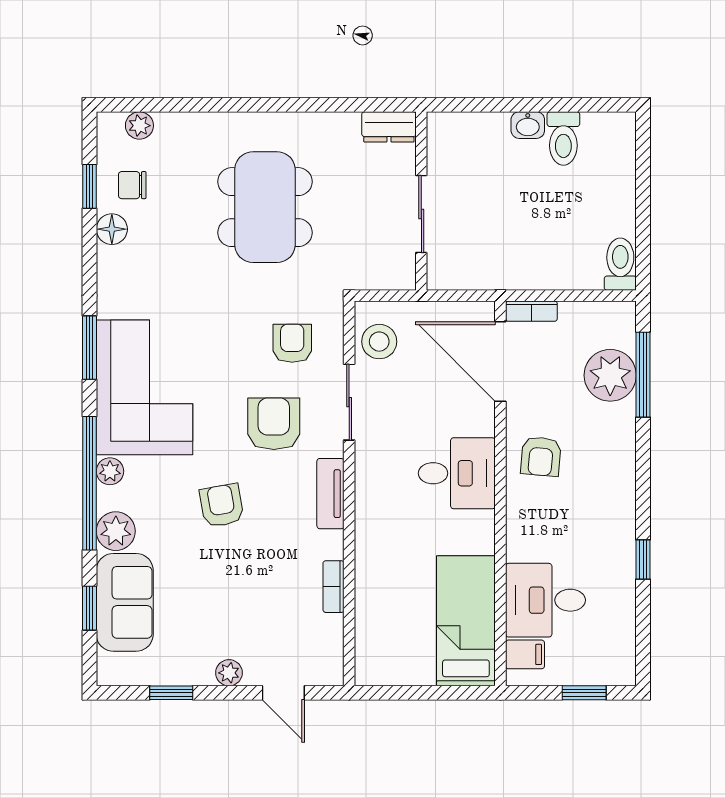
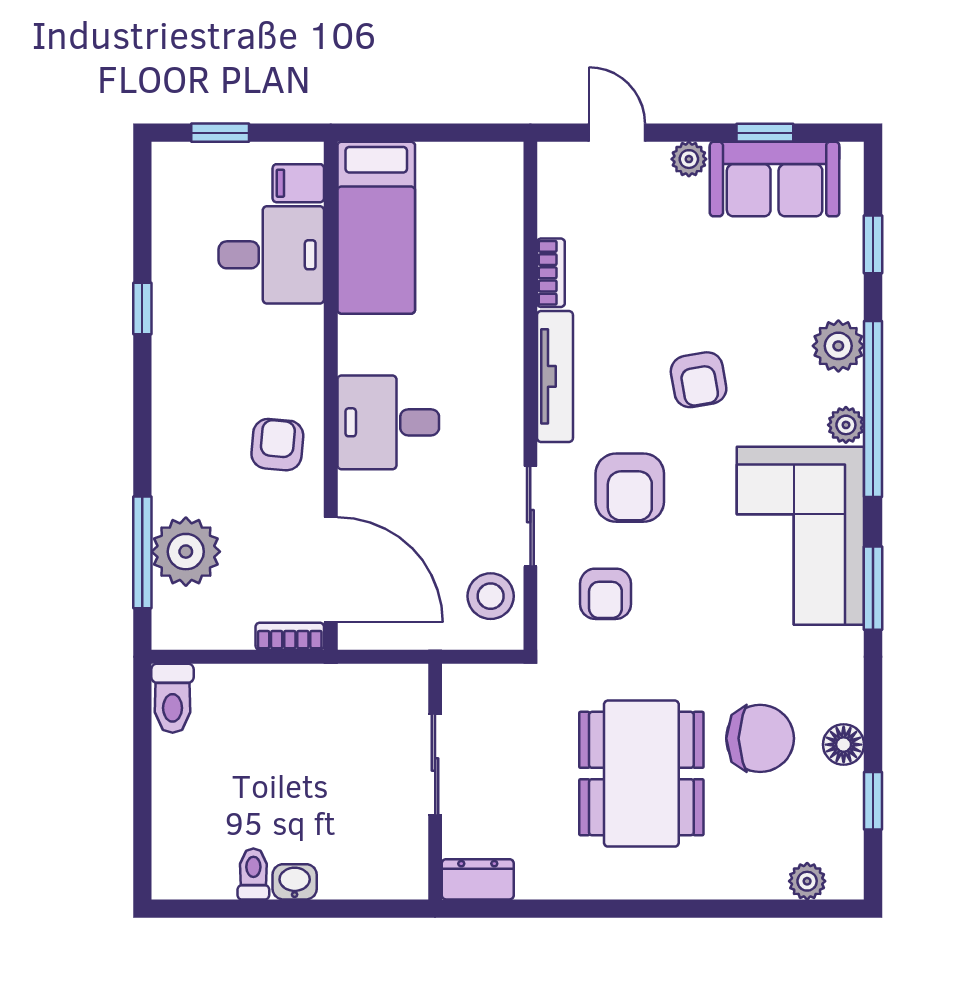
toilet: (563, 138) -> (253, 874), width x0.73, depth x0.72
chair: (132, 185) -> (760, 738), moved, width x1.87, depth x1.87
tv unit: (330, 494) -> (555, 376), width x1.41
sofa: (125, 602) -> (775, 179), moved, turned -90

